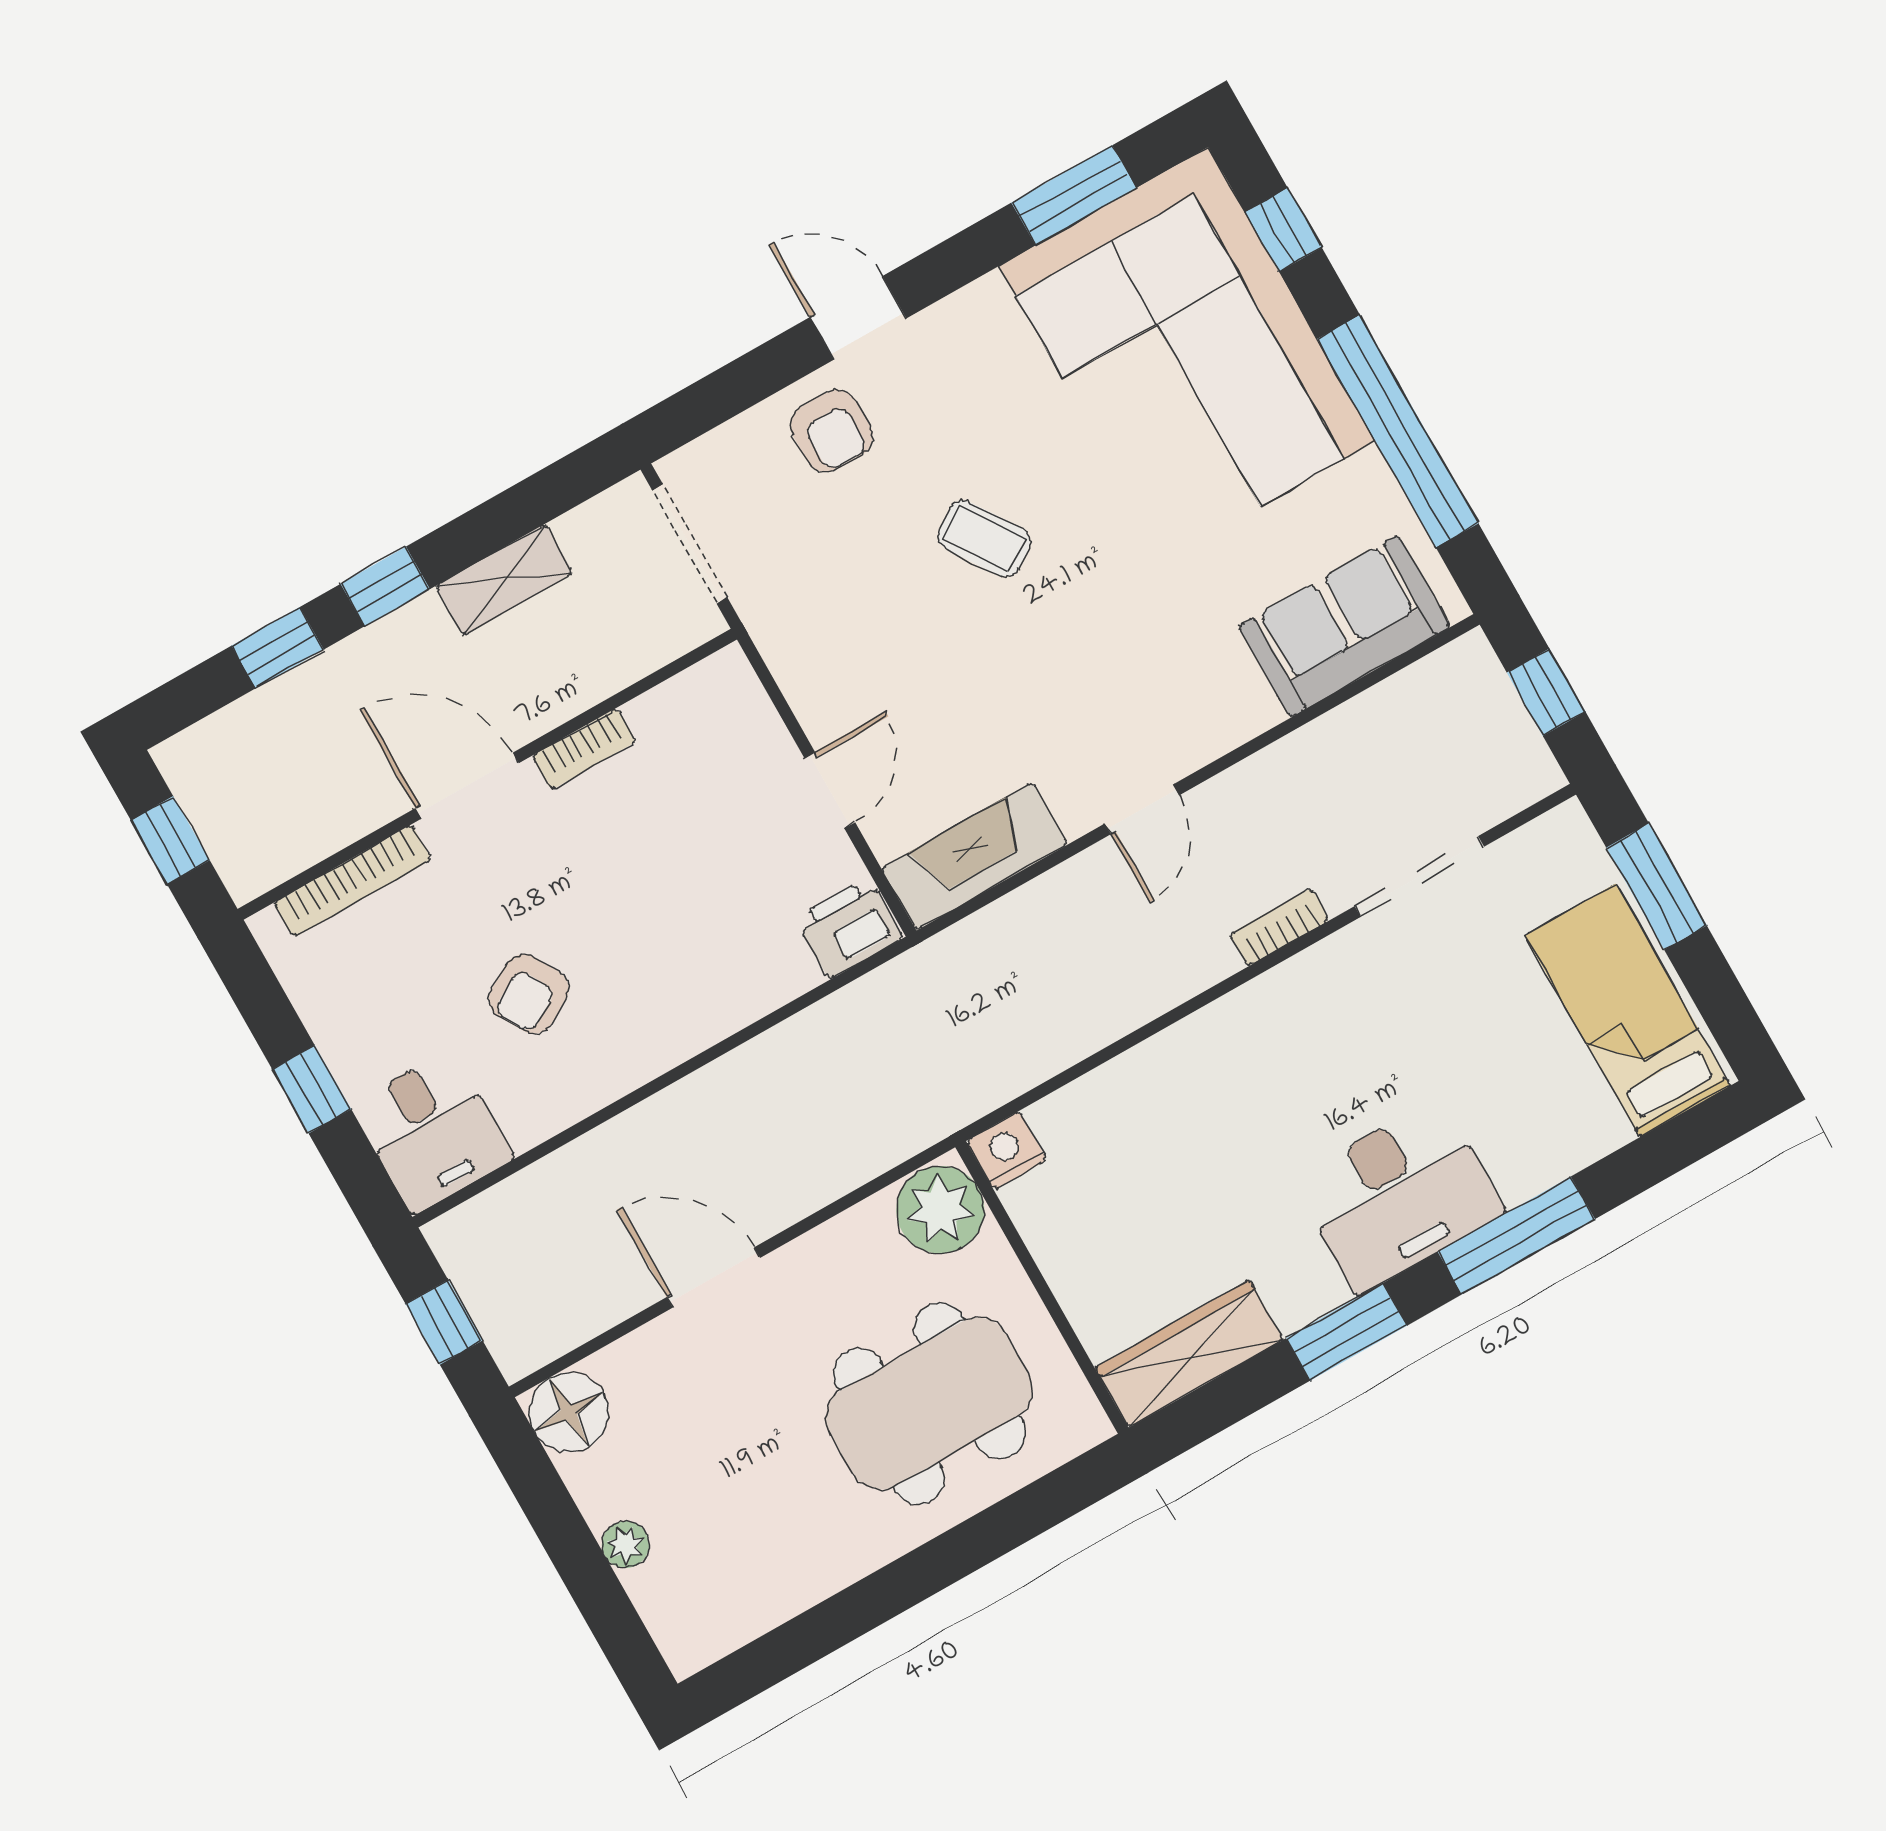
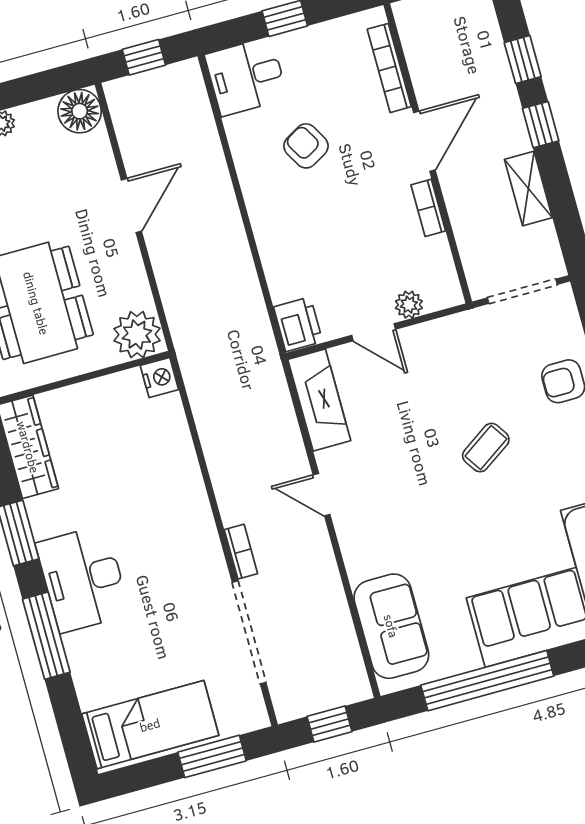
plant: (765, 740) -> (409, 305), added
doorway: (1419, 876) -> (249, 632), width x1.36

